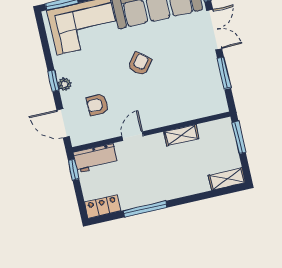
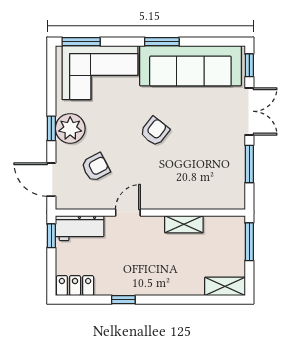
plant: (65, 84) -> (70, 128), width x1.88, depth x1.88
armchair: (97, 105) -> (96, 167), turned 152
window: (145, 209) -> (123, 300), width x0.46

